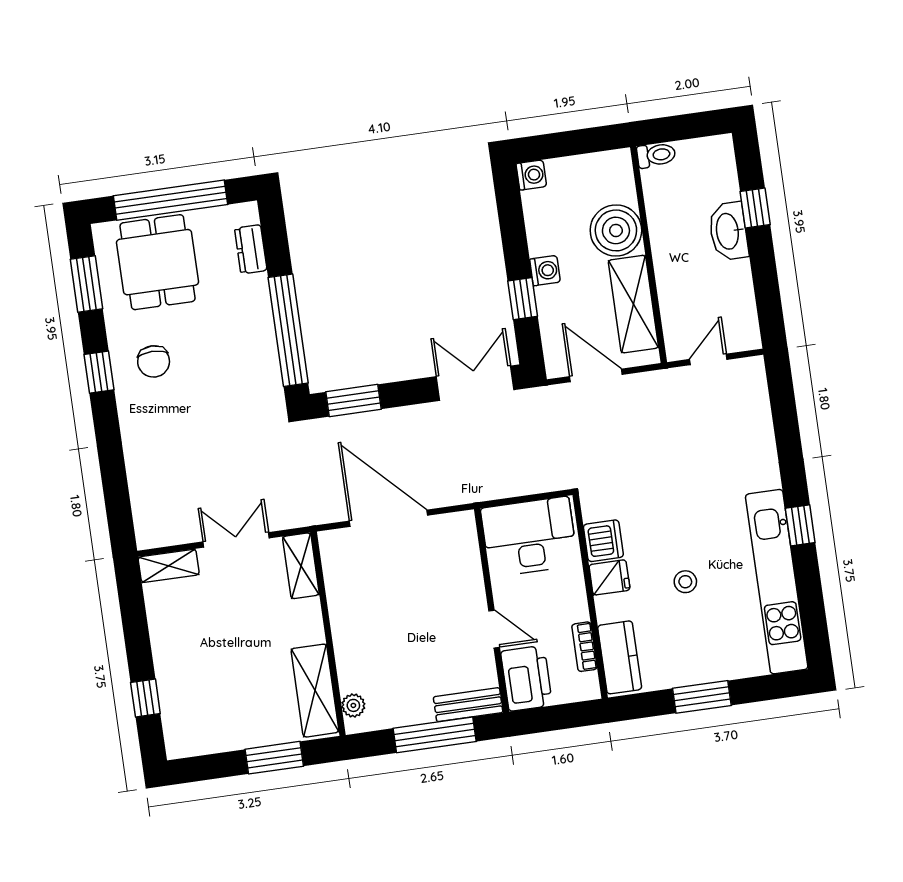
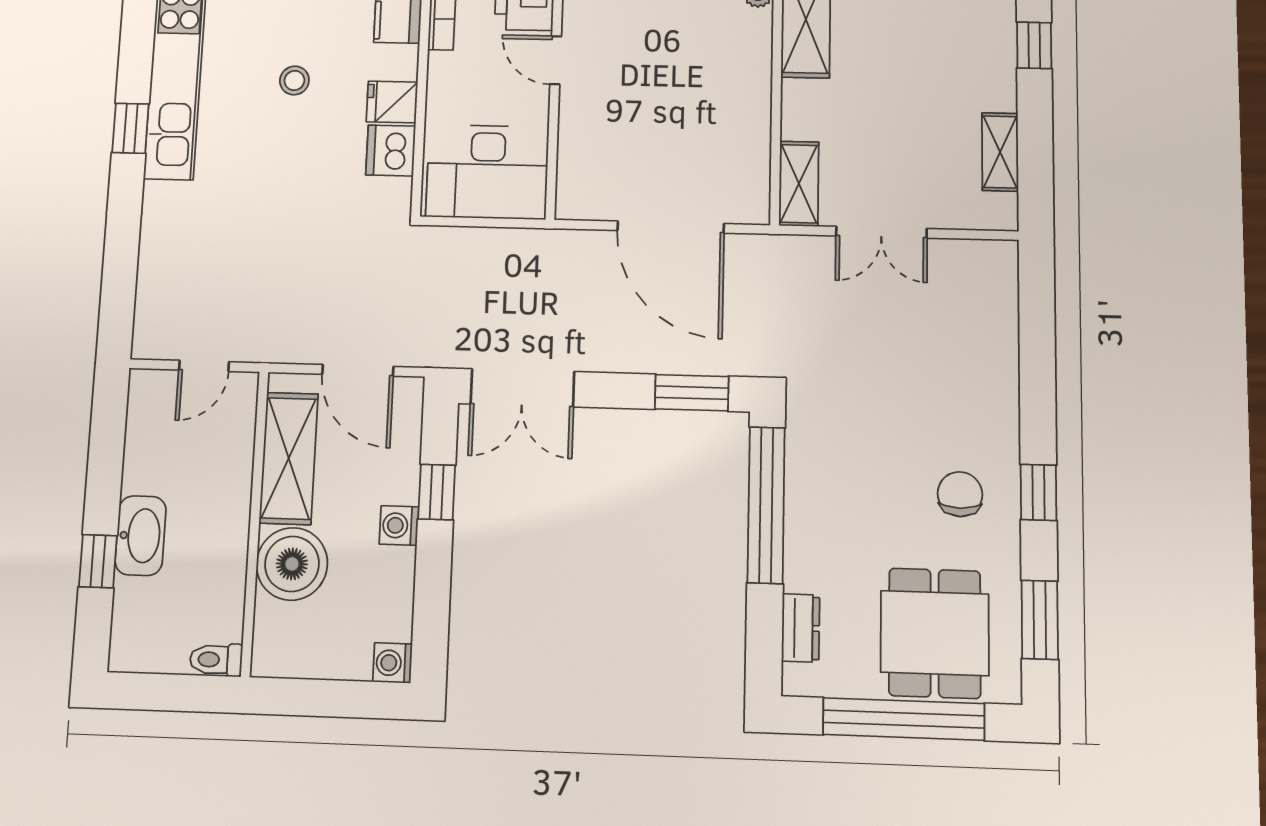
shelving: (169, 566) -> (1000, 152), moved, turned 90

